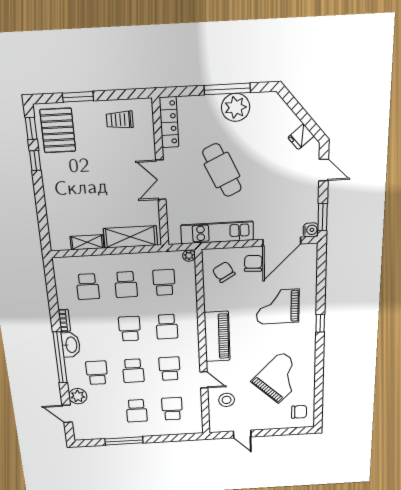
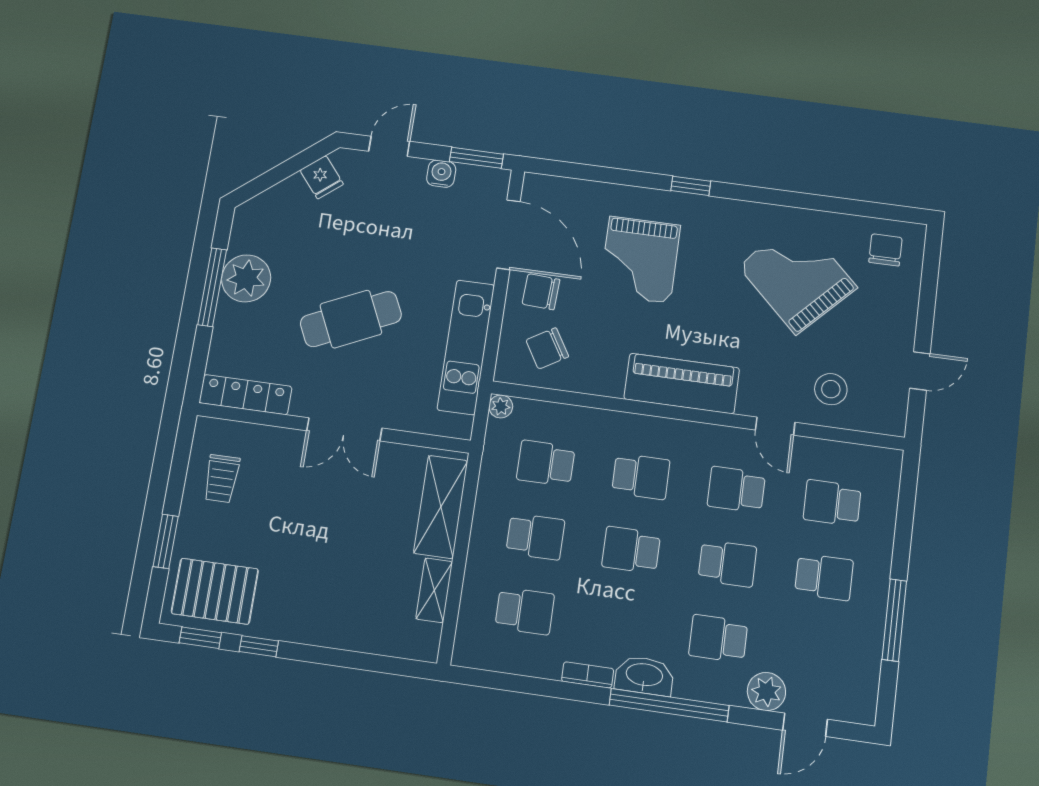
water cooler: (311, 230) -> (441, 174), moved
door: (204, 380) -> (775, 426), swing flipped

